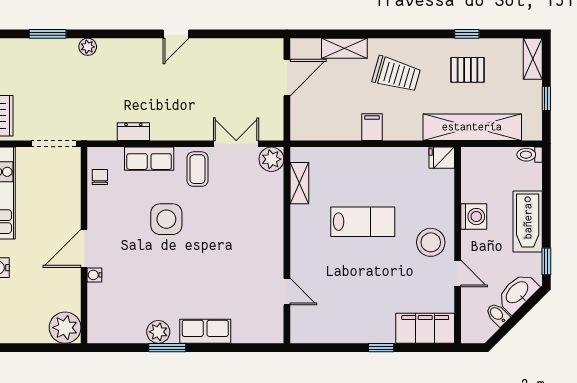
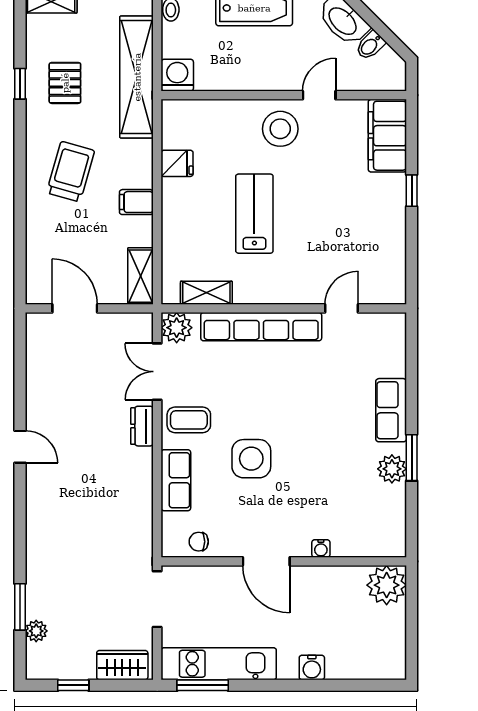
plant: (88, 47) -> (36, 631), moved
shelving: (344, 48) -> (140, 276), moved
dresser: (133, 132) -> (142, 426), moved
fridge: (442, 158) -> (177, 163), moved, turned -90
washing machine: (474, 217) -> (177, 75), moved
row of seats: (272, 227) -> (261, 327), added
door: (84, 248) -> (266, 561), moved

